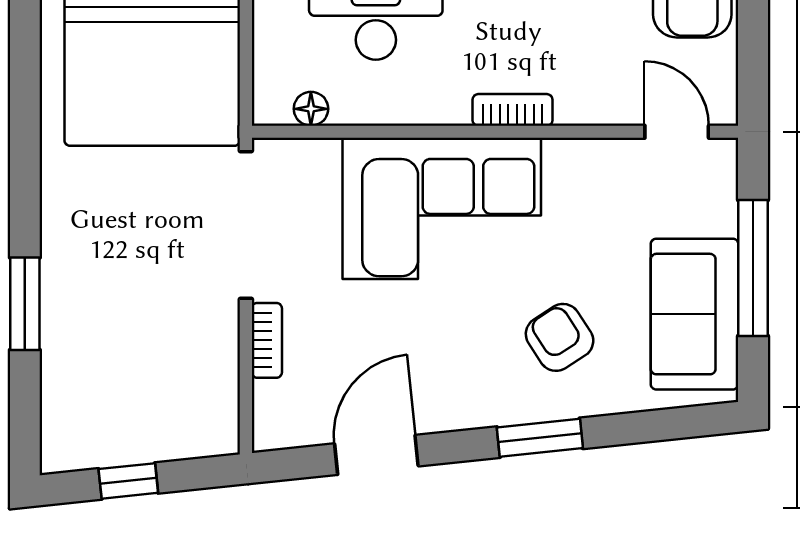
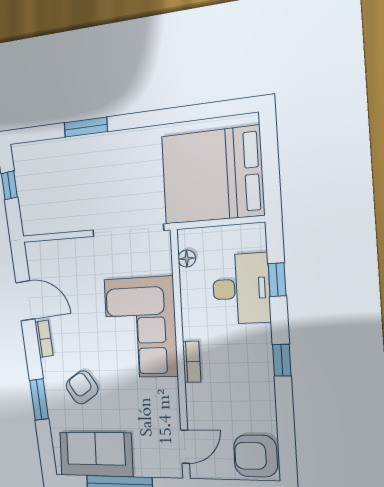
armchair: (560, 337) -> (82, 387), turned -91
bookcase: (267, 340) -> (44, 339), moved, turned -96
window: (540, 438) -> (39, 399), moved

